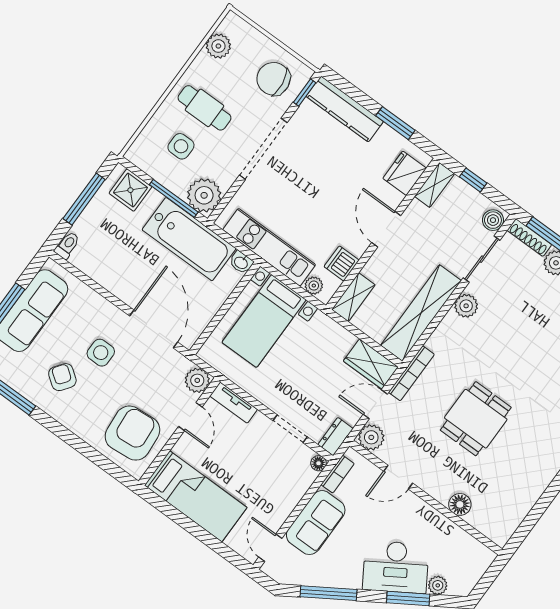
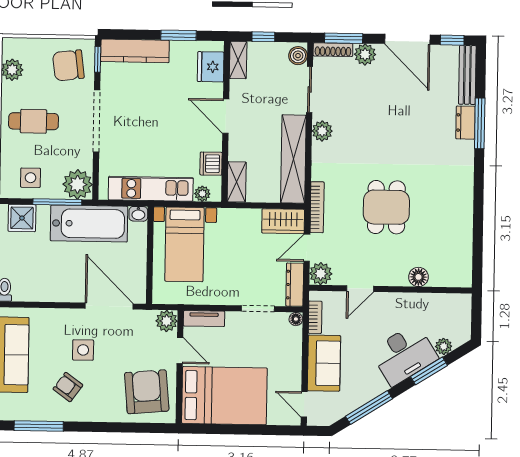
side table: (181, 146) -> (31, 178), moved
dresser: (336, 437) -> (295, 285), width x1.44
bed: (196, 496) -> (224, 396), width x1.50

